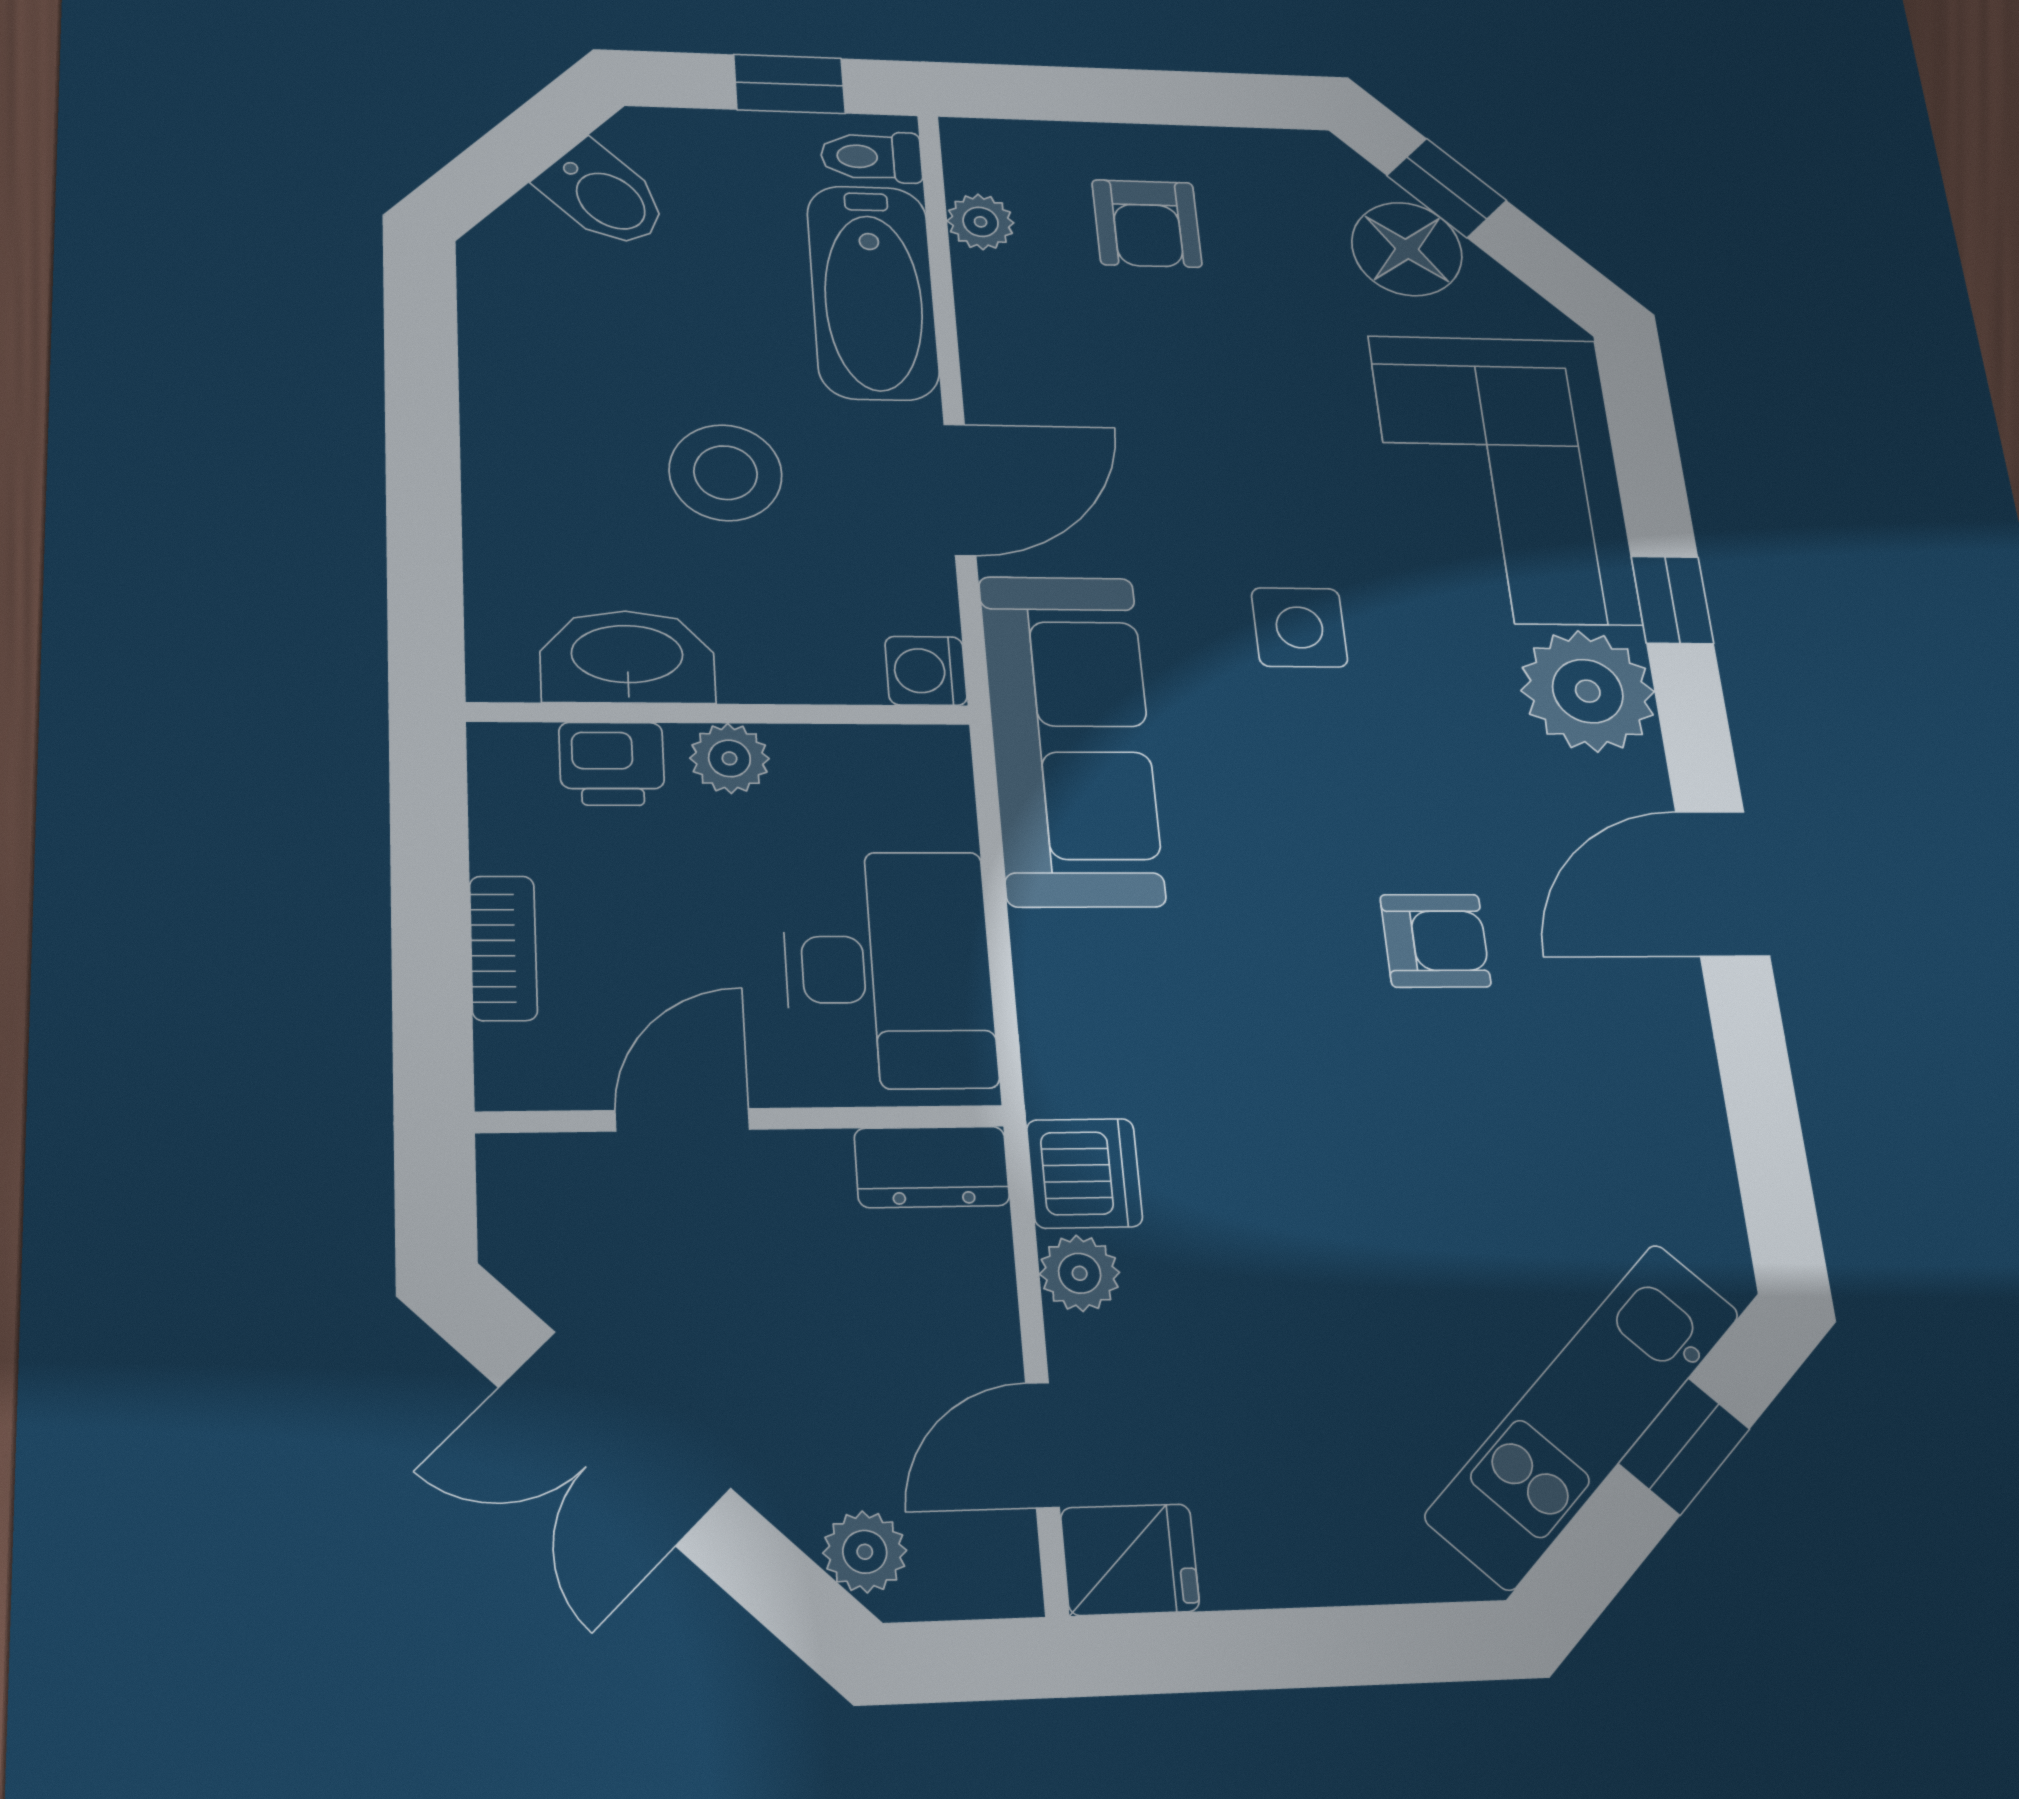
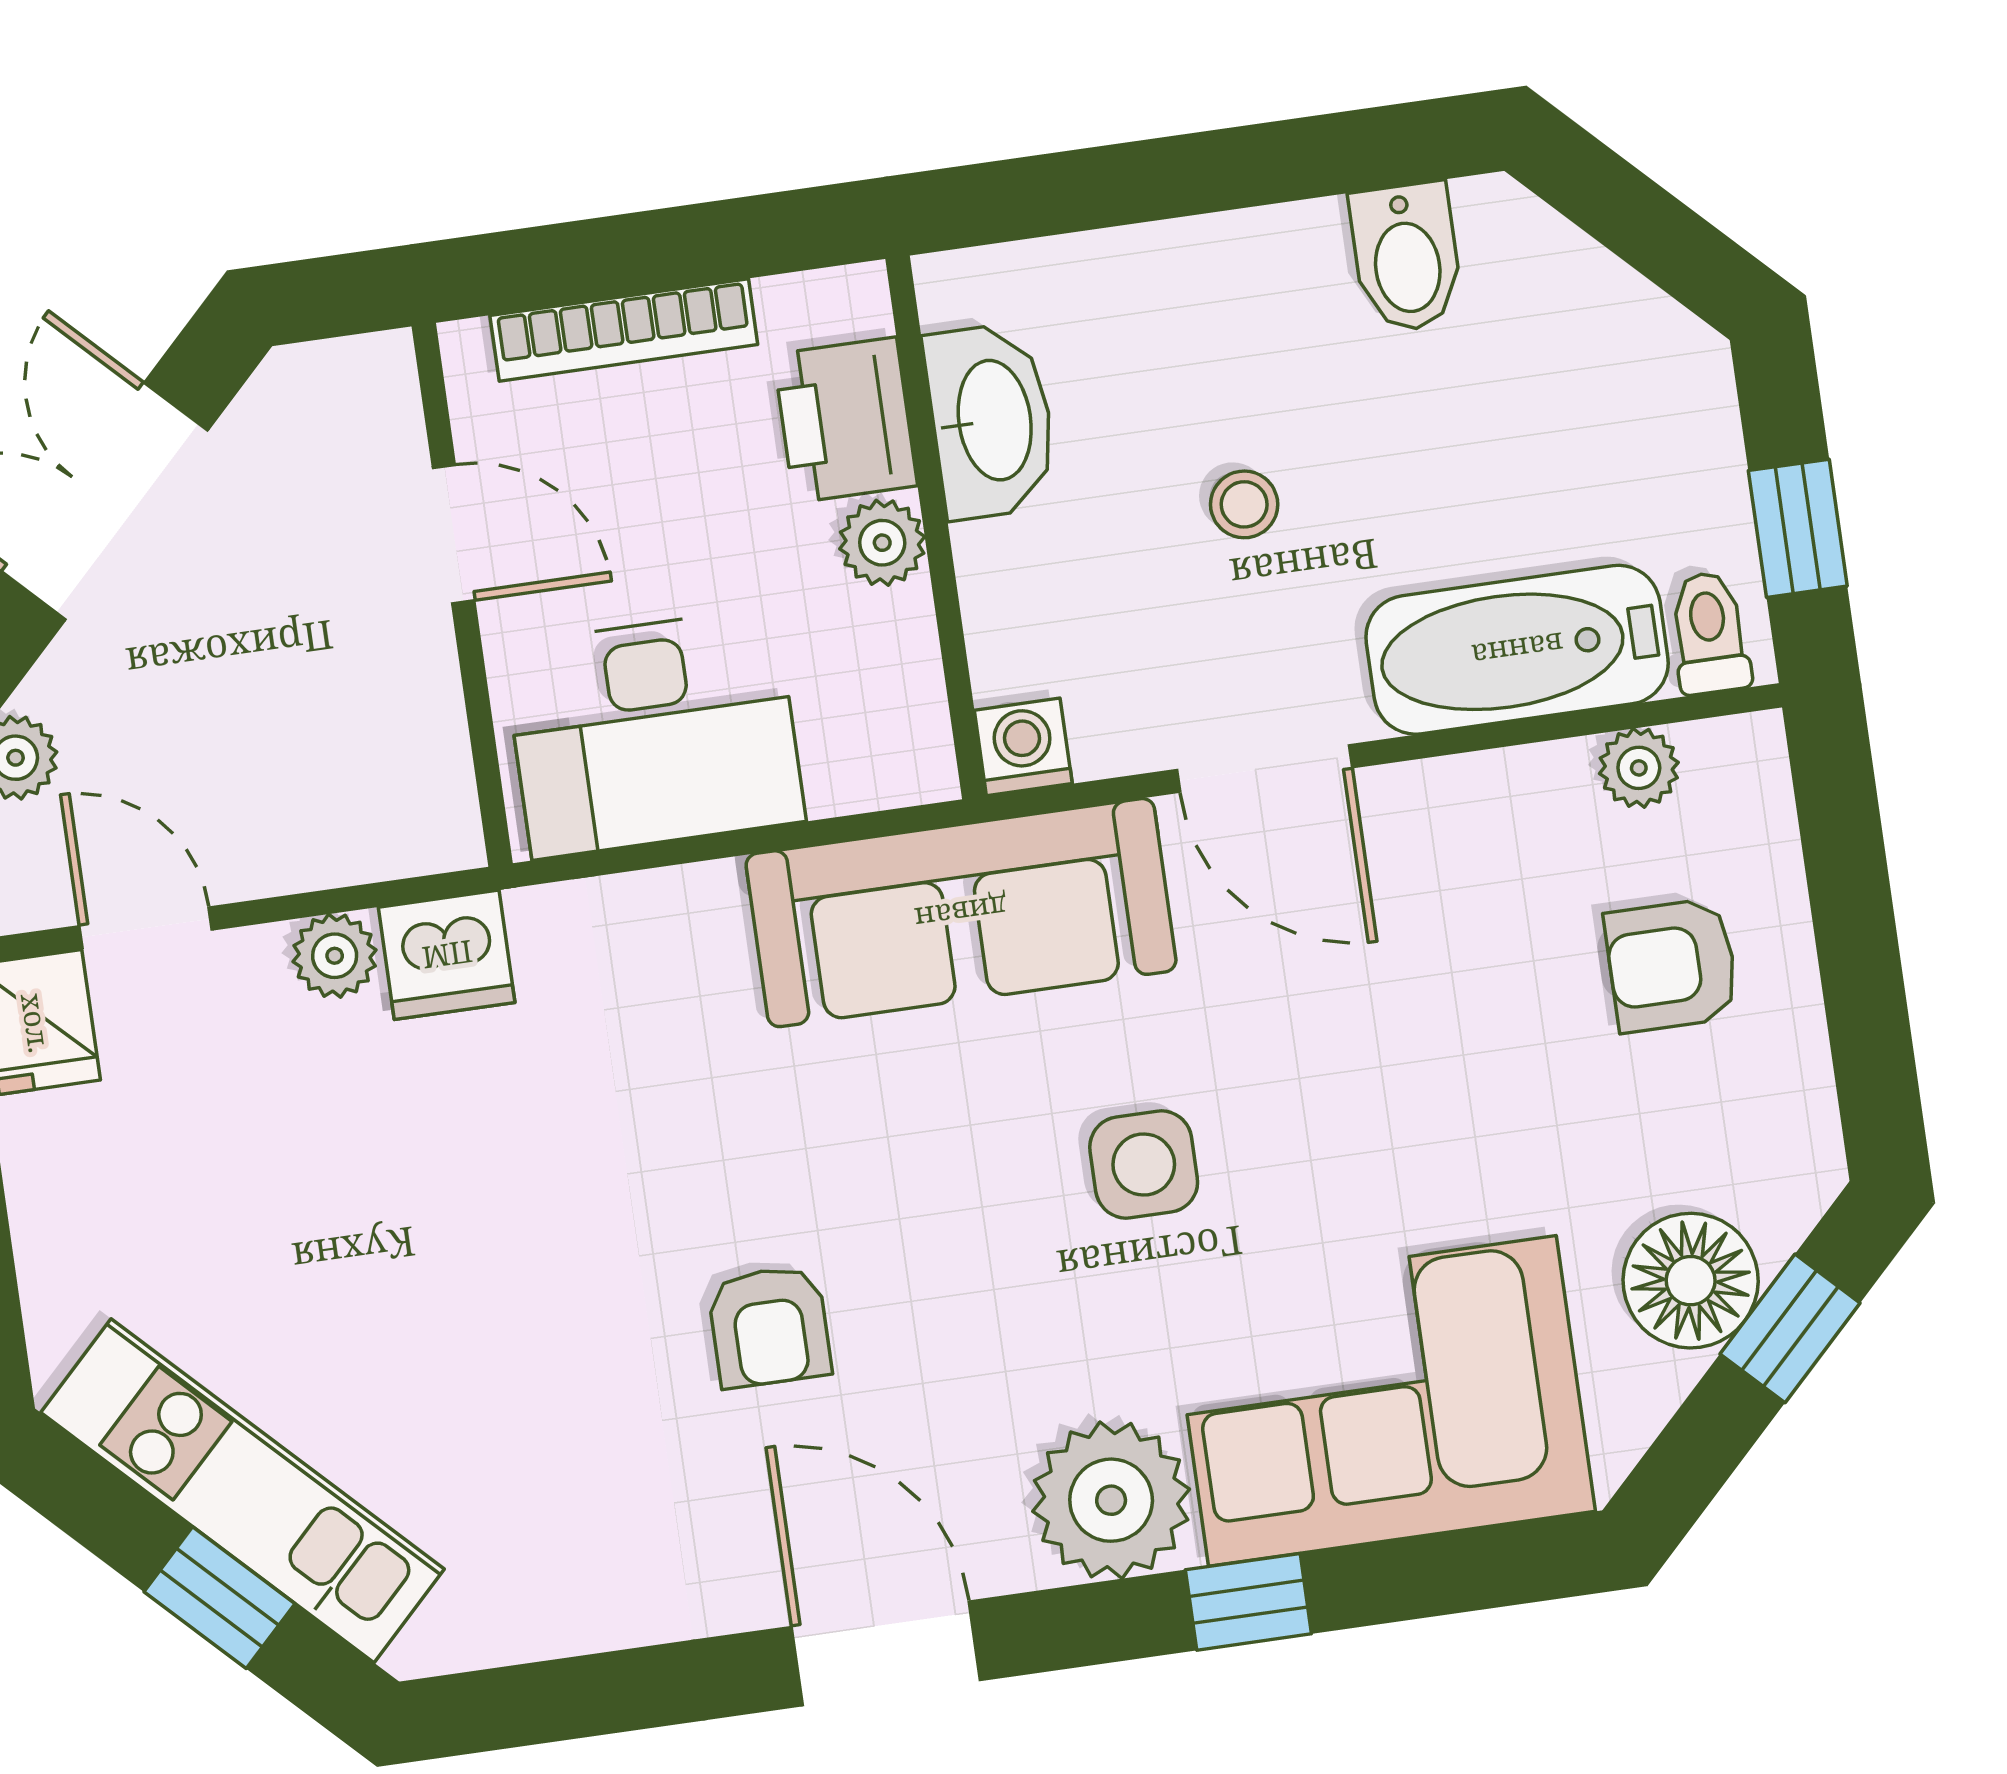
bidet: (604, 196) -> (1406, 257), moved, turned -45
stool: (726, 473) -> (1244, 504), width x0.53, depth x0.53
printer: (612, 764) -> (845, 420), width x1.36, depth x1.24
bookcase: (503, 948) -> (624, 330), width x1.56
dresser: (932, 1167) -> (434, 795), removed

